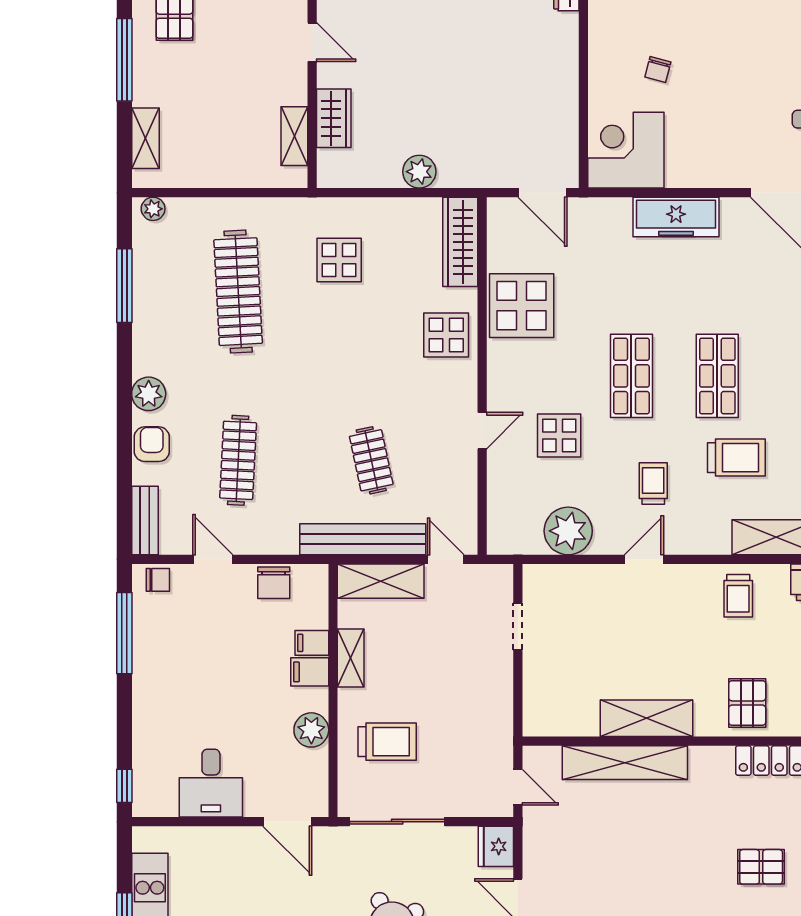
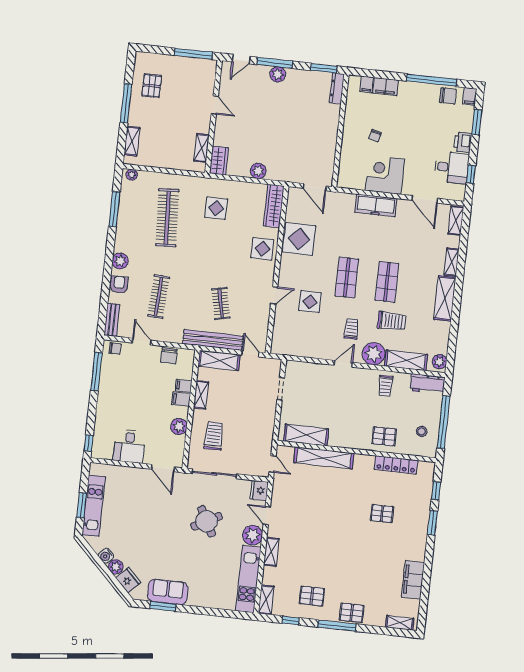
wardrobe: (334, 118) -> (219, 161), moved
corner desk: (626, 150) -> (385, 175), moved
plant: (568, 531) -> (374, 354), moved
pallet: (747, 703) -> (384, 436), turned 90
shelving: (647, 718) -> (306, 435), moved
trolley: (387, 742) -> (214, 436), turned -90

